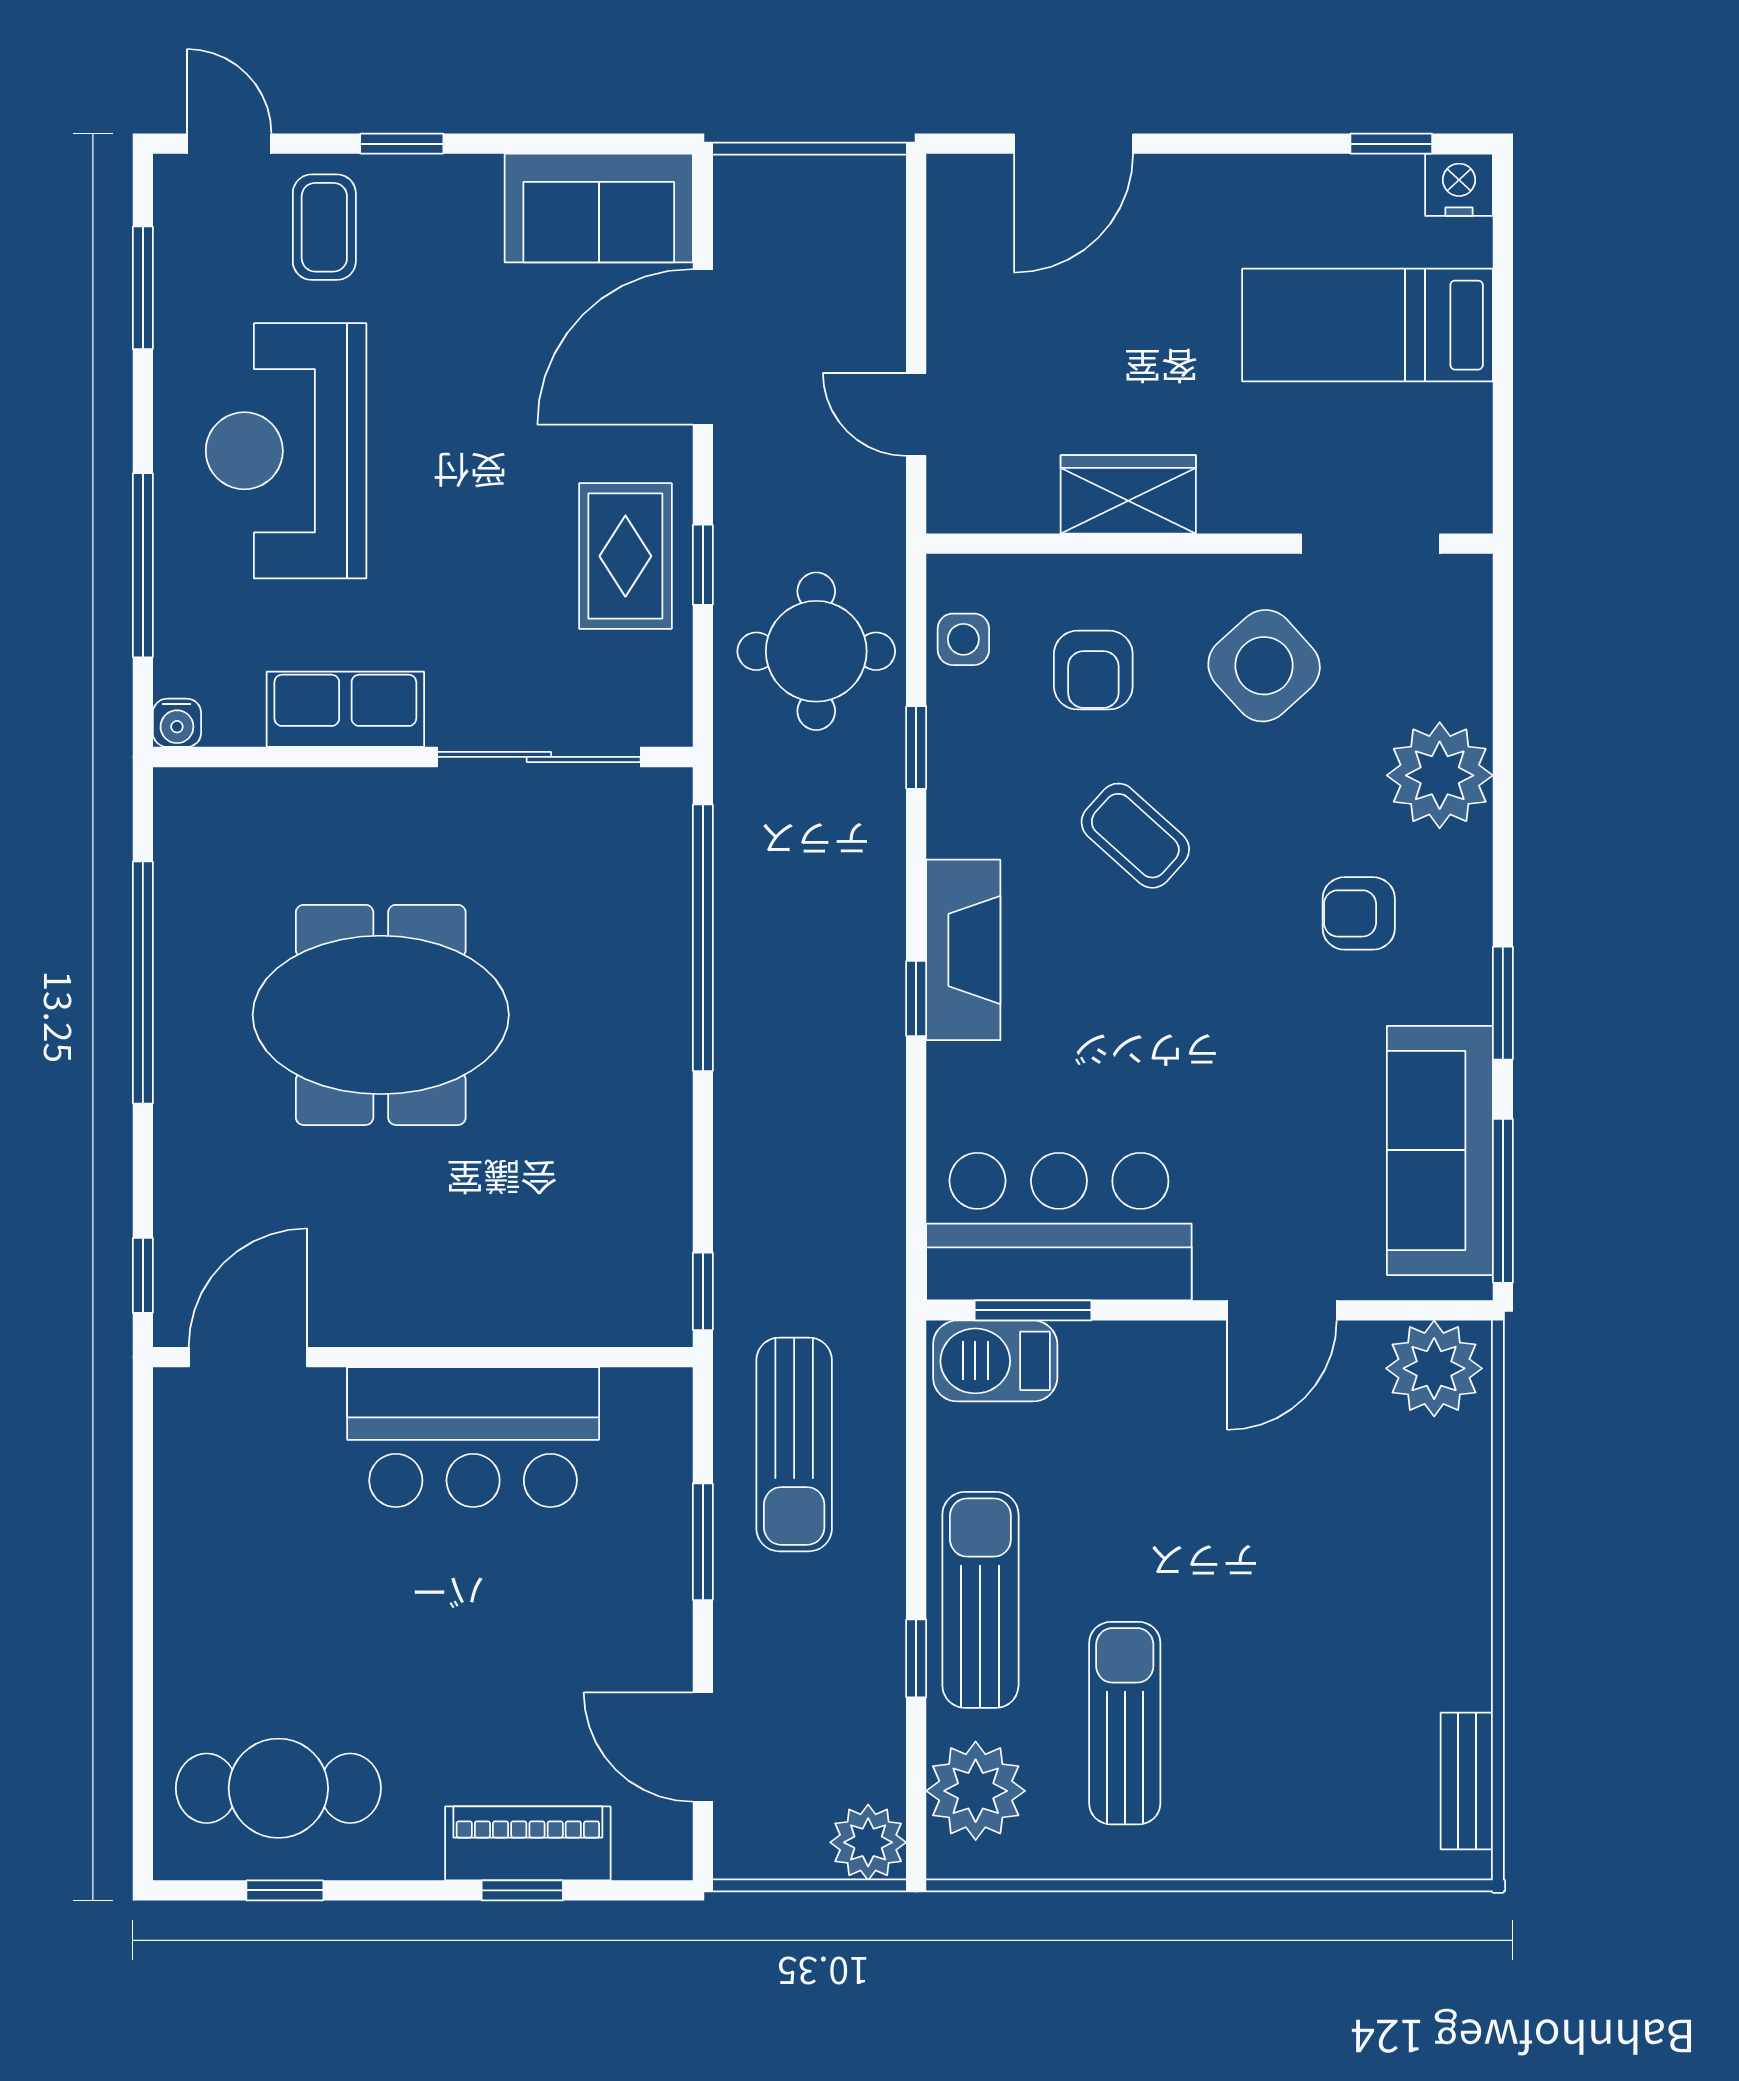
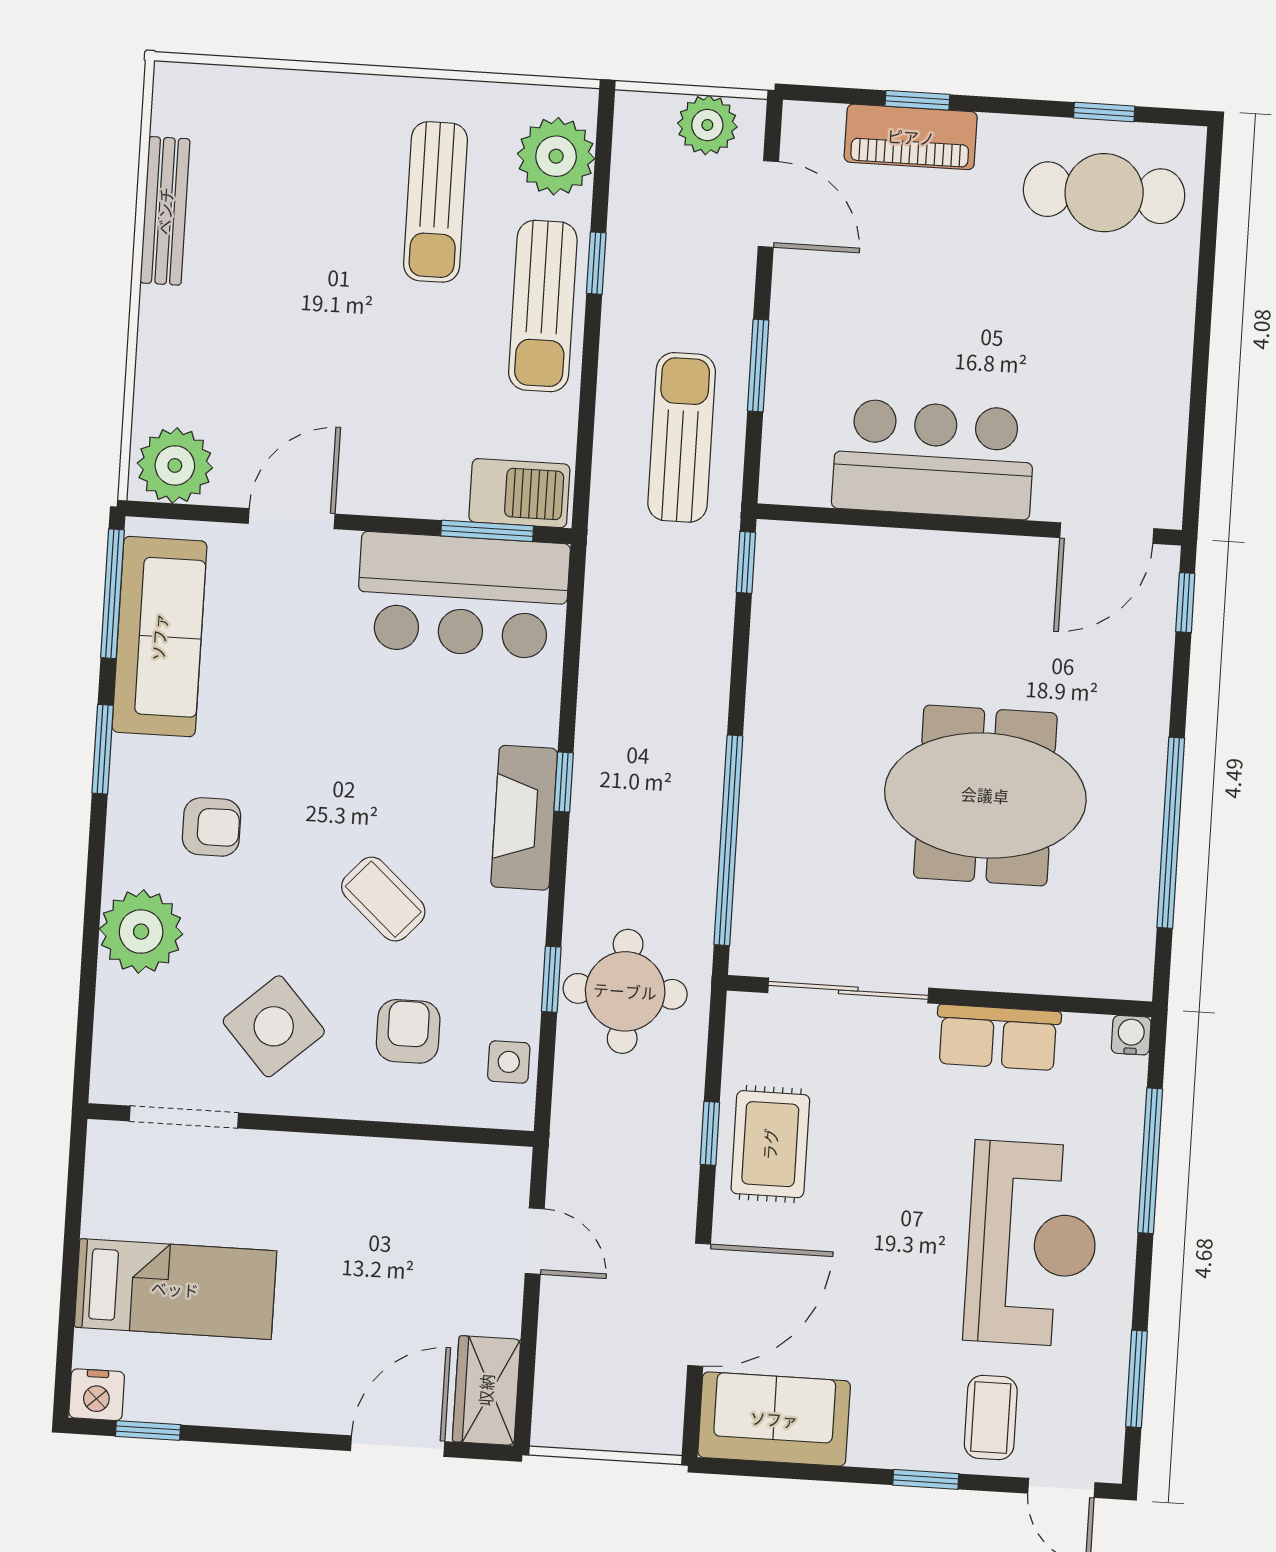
wardrobe: (1128, 494) -> (486, 1390), moved, turned 90
round table: (816, 651) -> (625, 991), moved
bench: (1467, 1781) -> (165, 211), moved, width x1.36
plant: (868, 1842) -> (707, 125), moved

